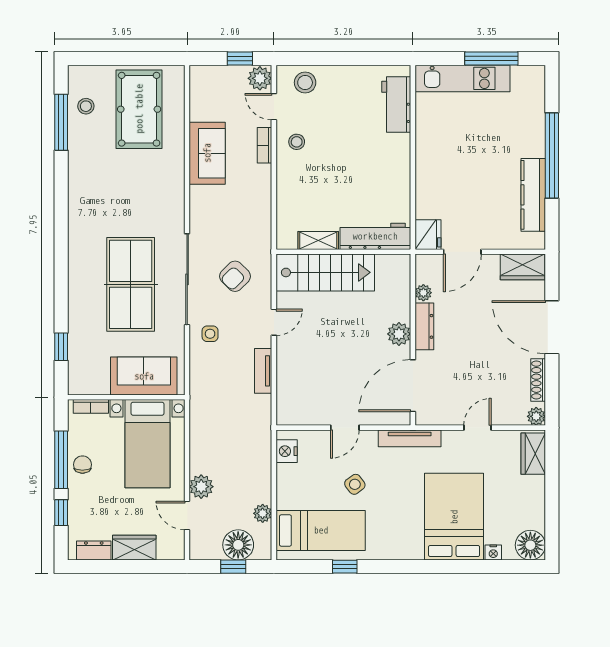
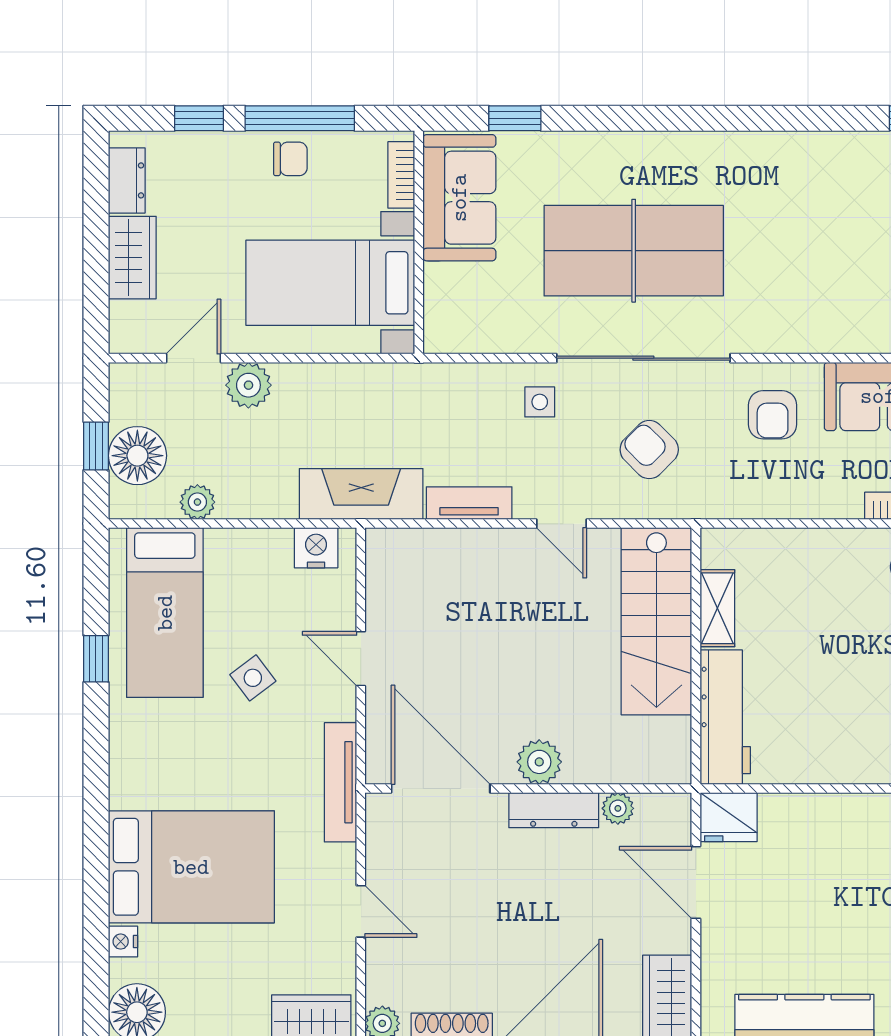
armchair: (217, 212) -> (773, 415), added
sofa: (144, 376) -> (459, 198), moved
fireplace: (258, 427) -> (361, 494), added

